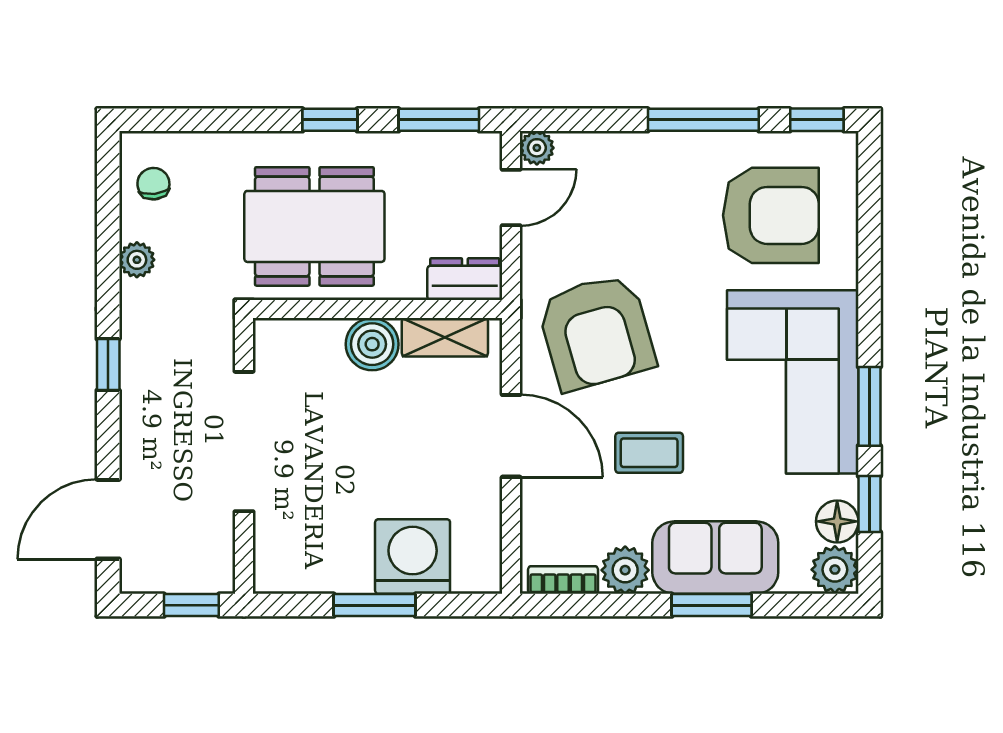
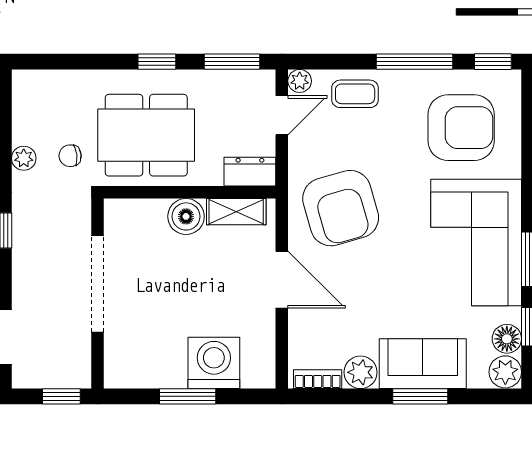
chair: (153, 184) -> (70, 156), moved, turned -91
coffee table: (649, 453) -> (355, 94), moved

